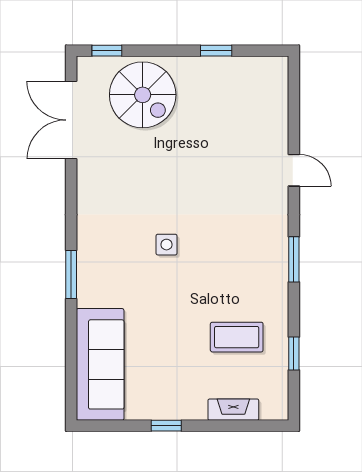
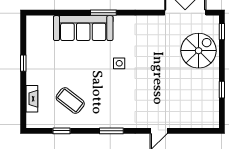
spiral stairs: (143, 95) -> (199, 51), turned 180
coffee table: (237, 337) -> (70, 100), turned -52
sofa: (100, 364) -> (83, 28), moved

